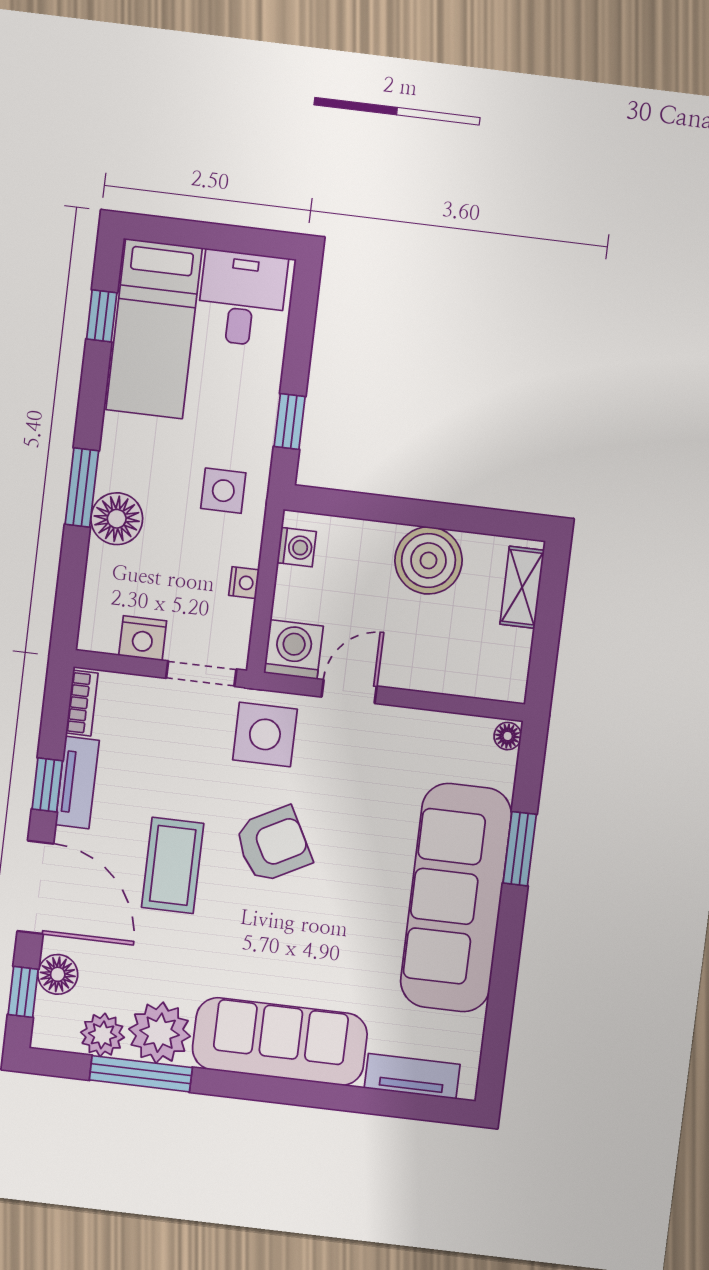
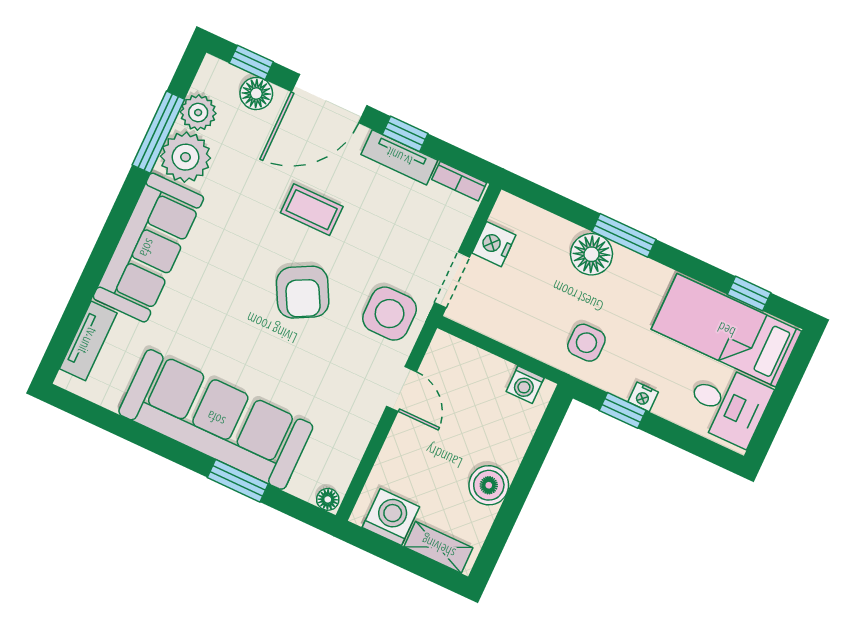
boiler: (428, 560) -> (489, 485), width x0.73, depth x0.73
nightstand: (244, 583) -> (643, 397), moved
washing machine: (293, 650) -> (391, 517), moved, turned -90
coffee table: (173, 865) -> (312, 210), width x0.73, depth x0.77

